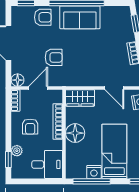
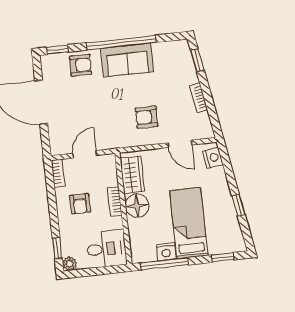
armchair: (54, 57) -> (147, 117), moved, turned 180
floor lamp: (18, 80) -> (58, 147), removed
wardrobe: (80, 98) -> (132, 175), moved, turned -90
bookcase: (58, 121) -> (115, 202), width x0.64
plant: (17, 151) -> (70, 264), moved

